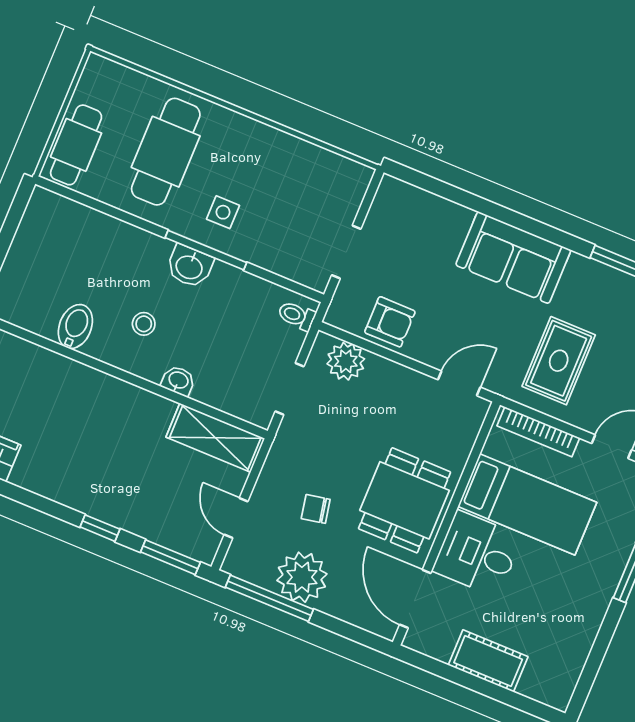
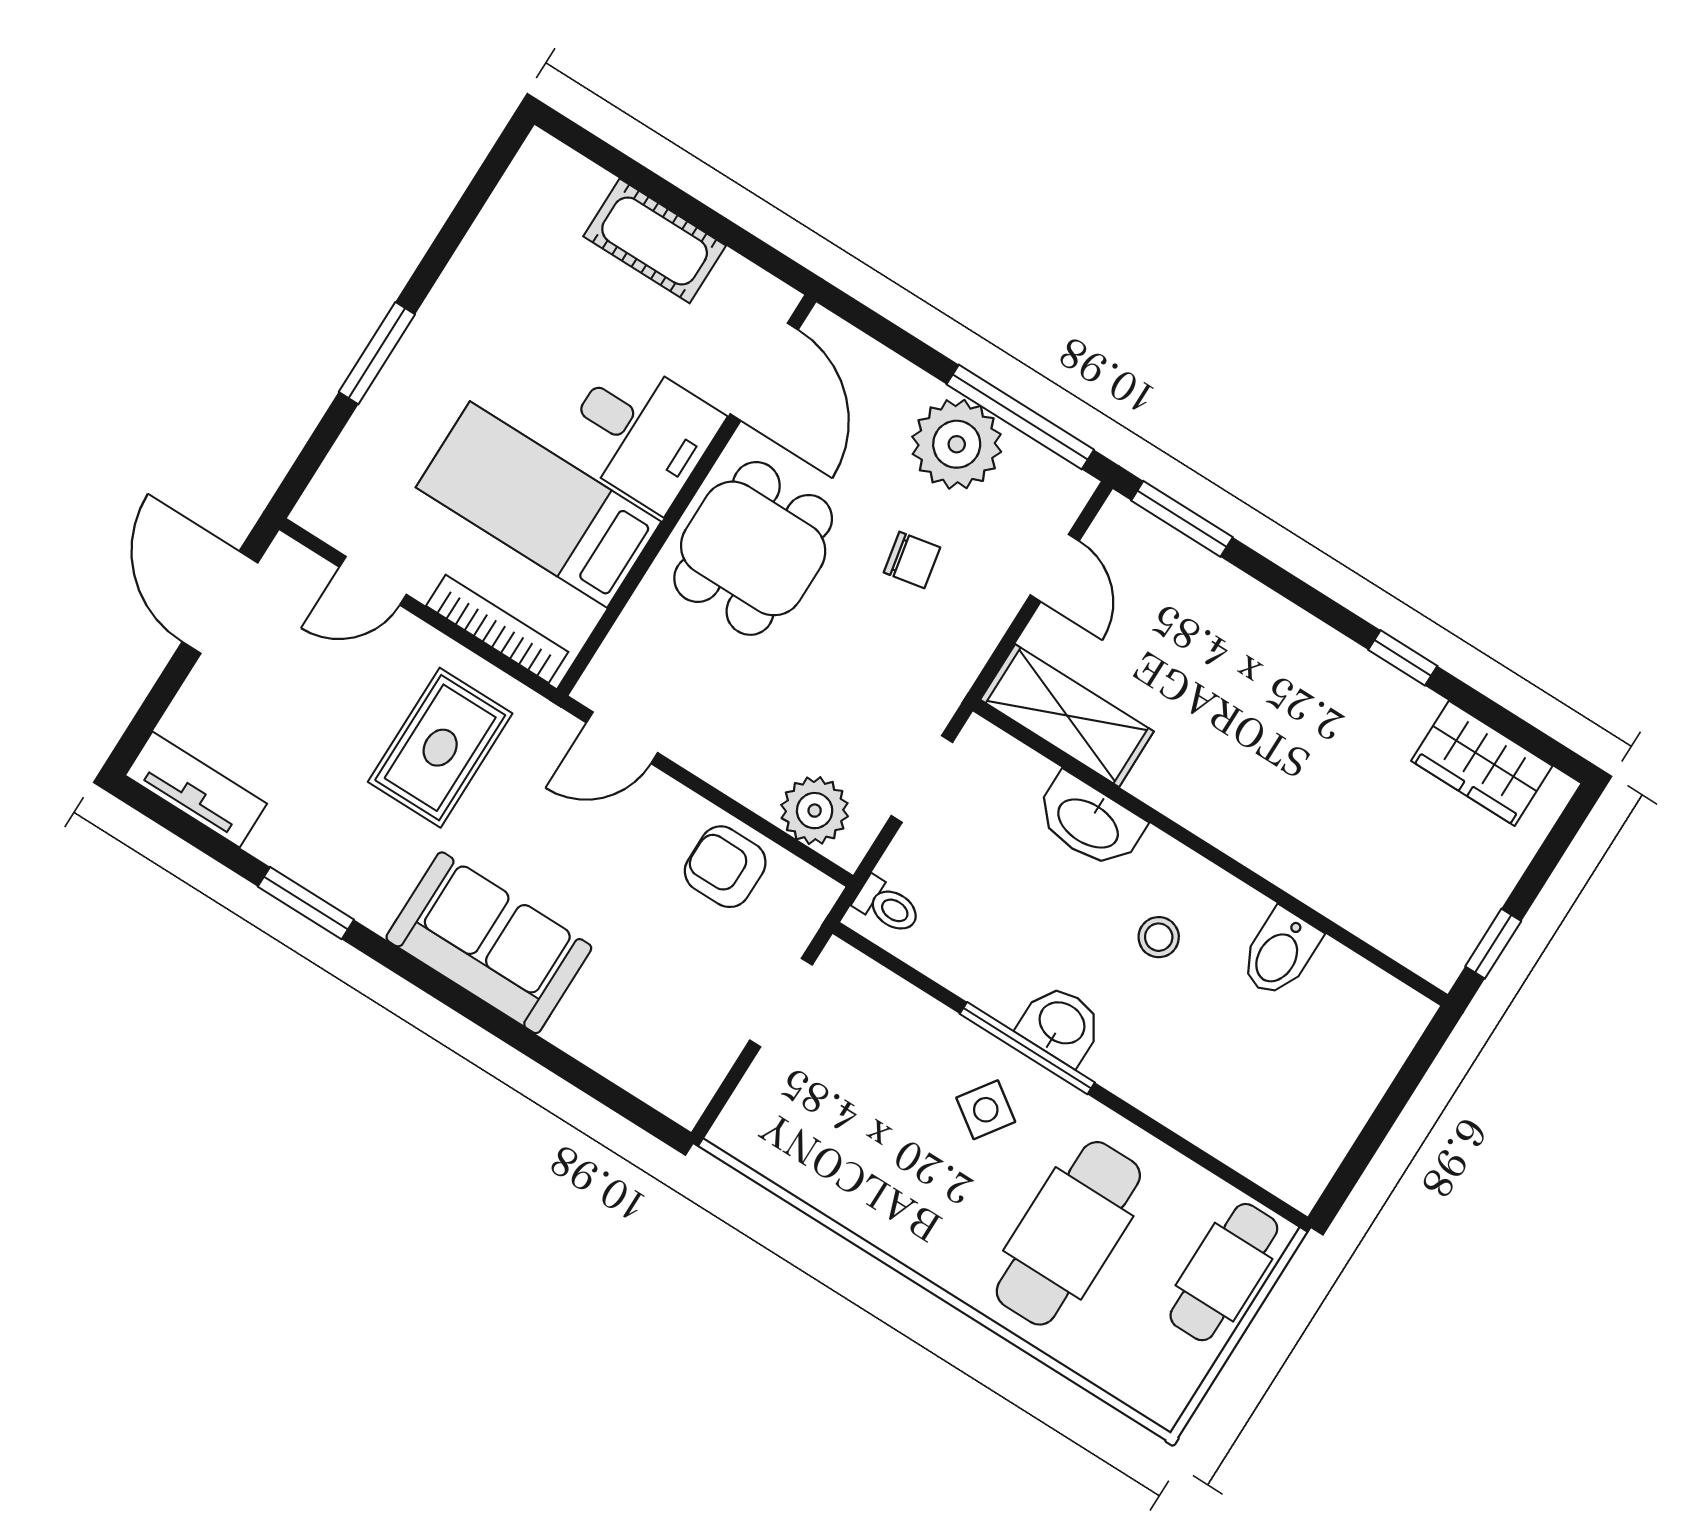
side table: (223, 212) -> (986, 1110), turned 35
washbasin: (178, 381) -> (1089, 822), width x1.91, depth x1.45
window: (100, 528) -> (1403, 658), moved

